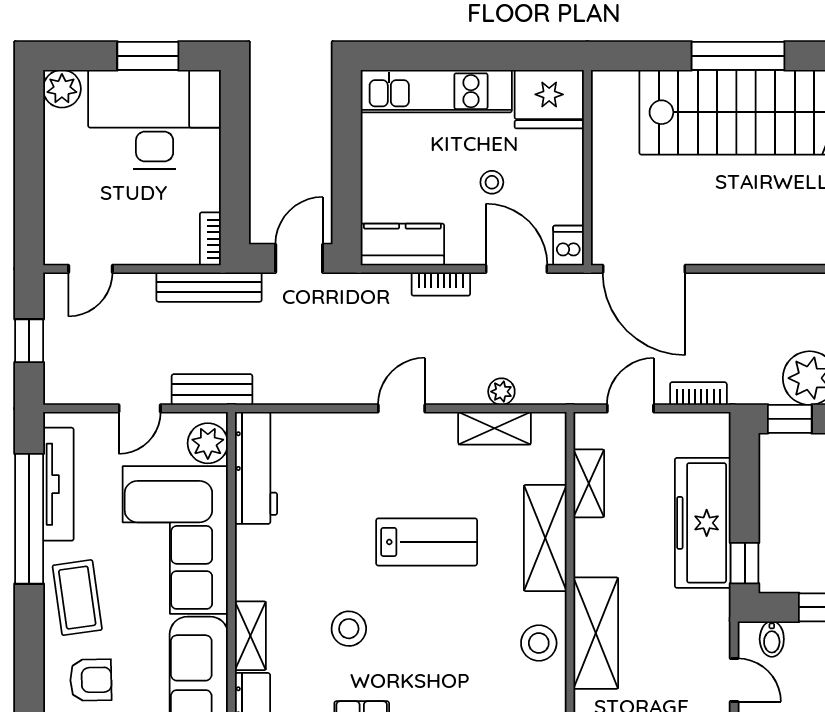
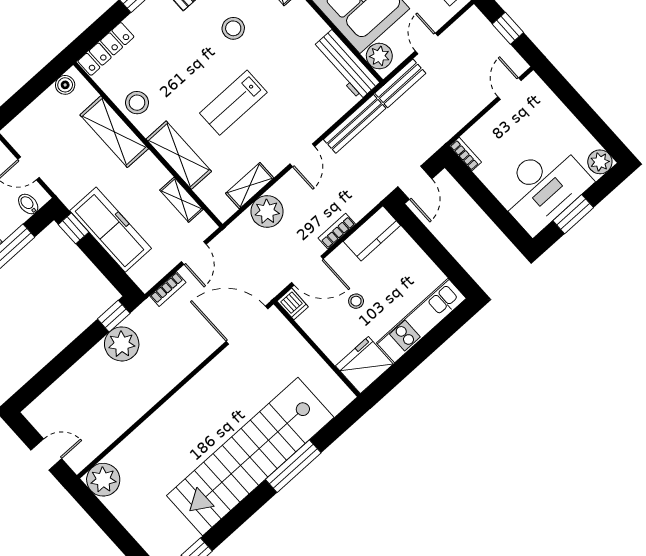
bench: (209, 287) -> (355, 124), moved
plant: (501, 392) -> (267, 211), width x1.88, depth x1.88

